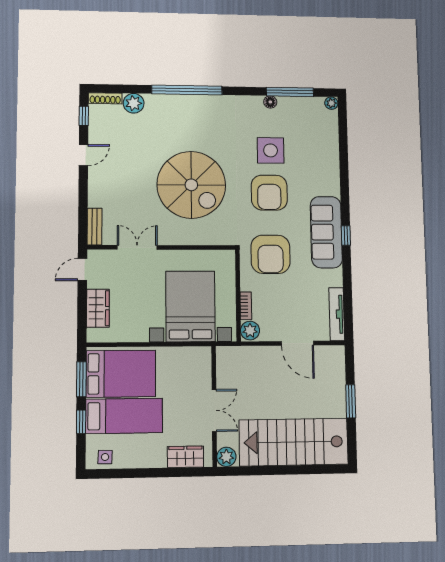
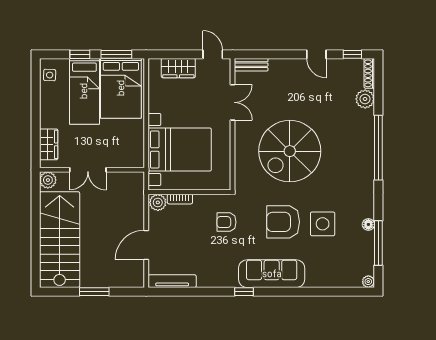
sofa: (326, 232) -> (272, 274), moved
armchair: (270, 254) -> (226, 222), width x0.53, depth x0.53

